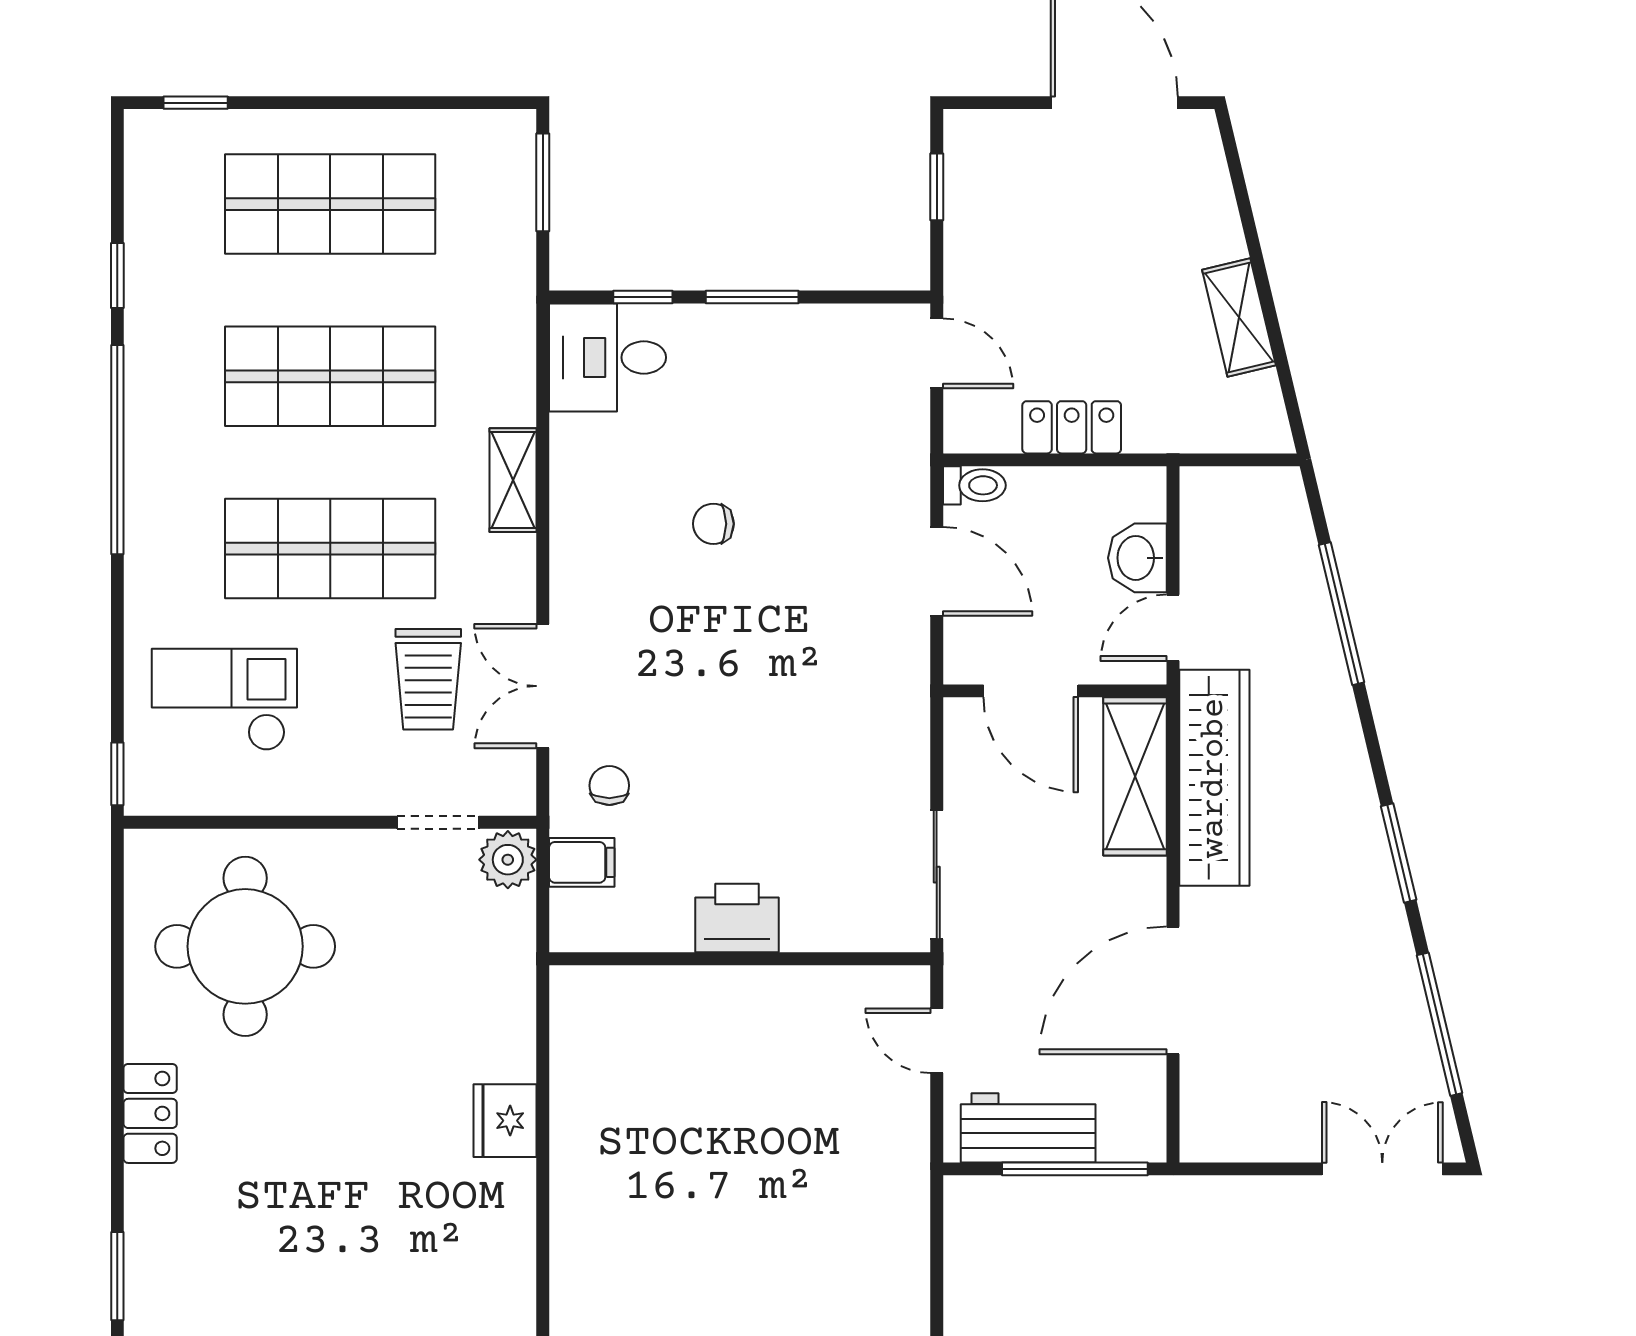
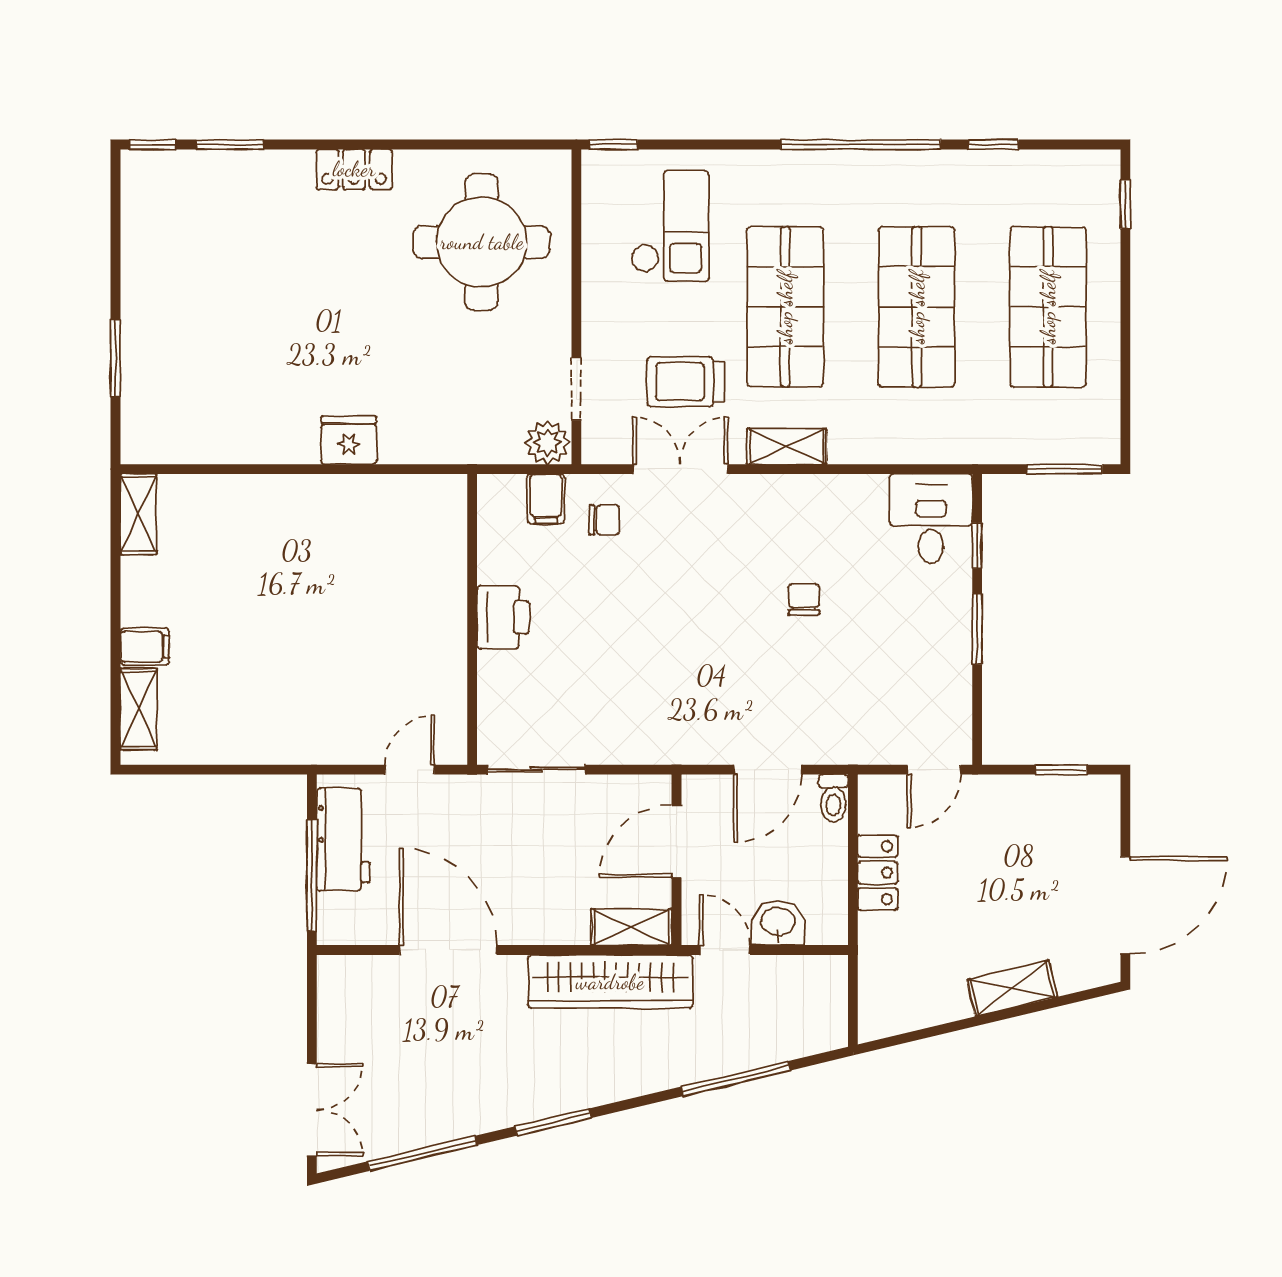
shelving: (1239, 317) -> (1012, 988), moved
shelving: (513, 480) -> (787, 446), moved
shelving: (1135, 776) -> (631, 927), width x0.67, depth x0.75

